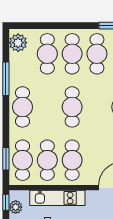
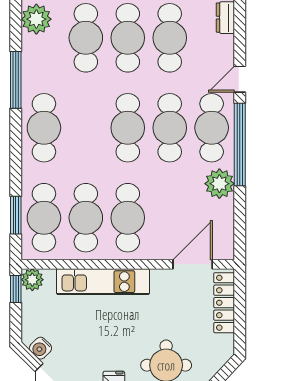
cafe table: (97, 107) -> (170, 128), added
plant: (16, 207) -> (32, 280), moved

